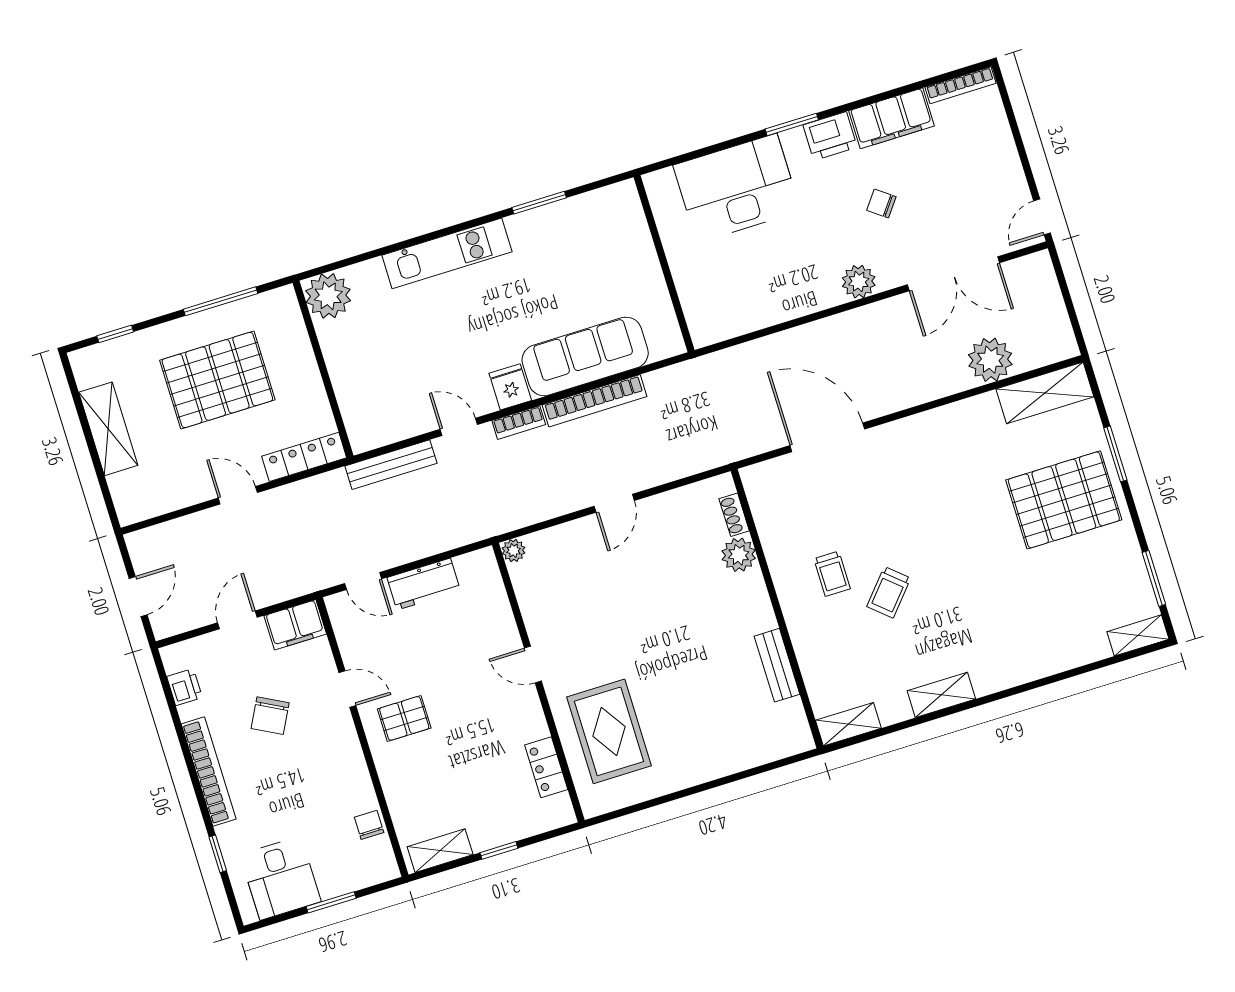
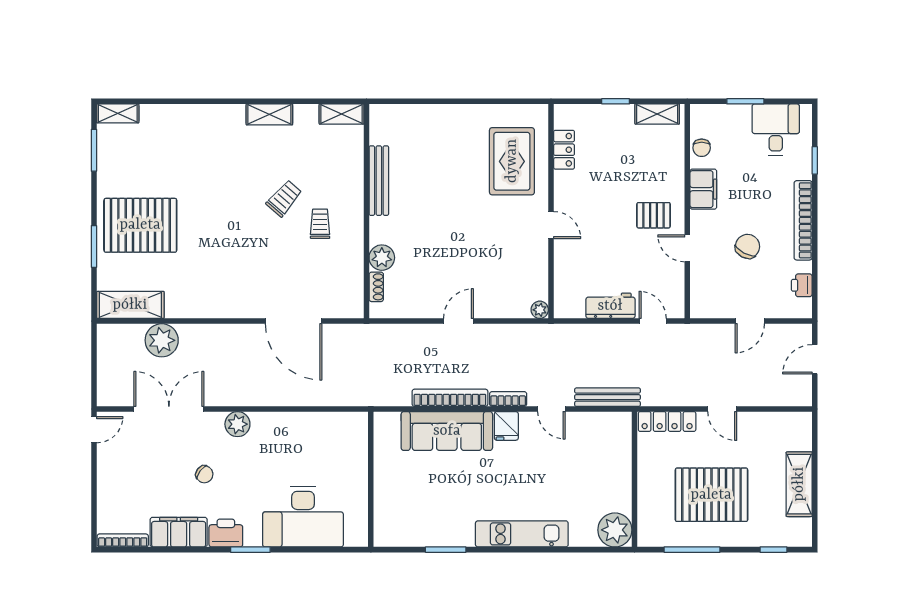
filing cabinet: (295, 625) -> (703, 189), moved, turned 90
bench: (777, 665) -> (379, 181), width x1.36

